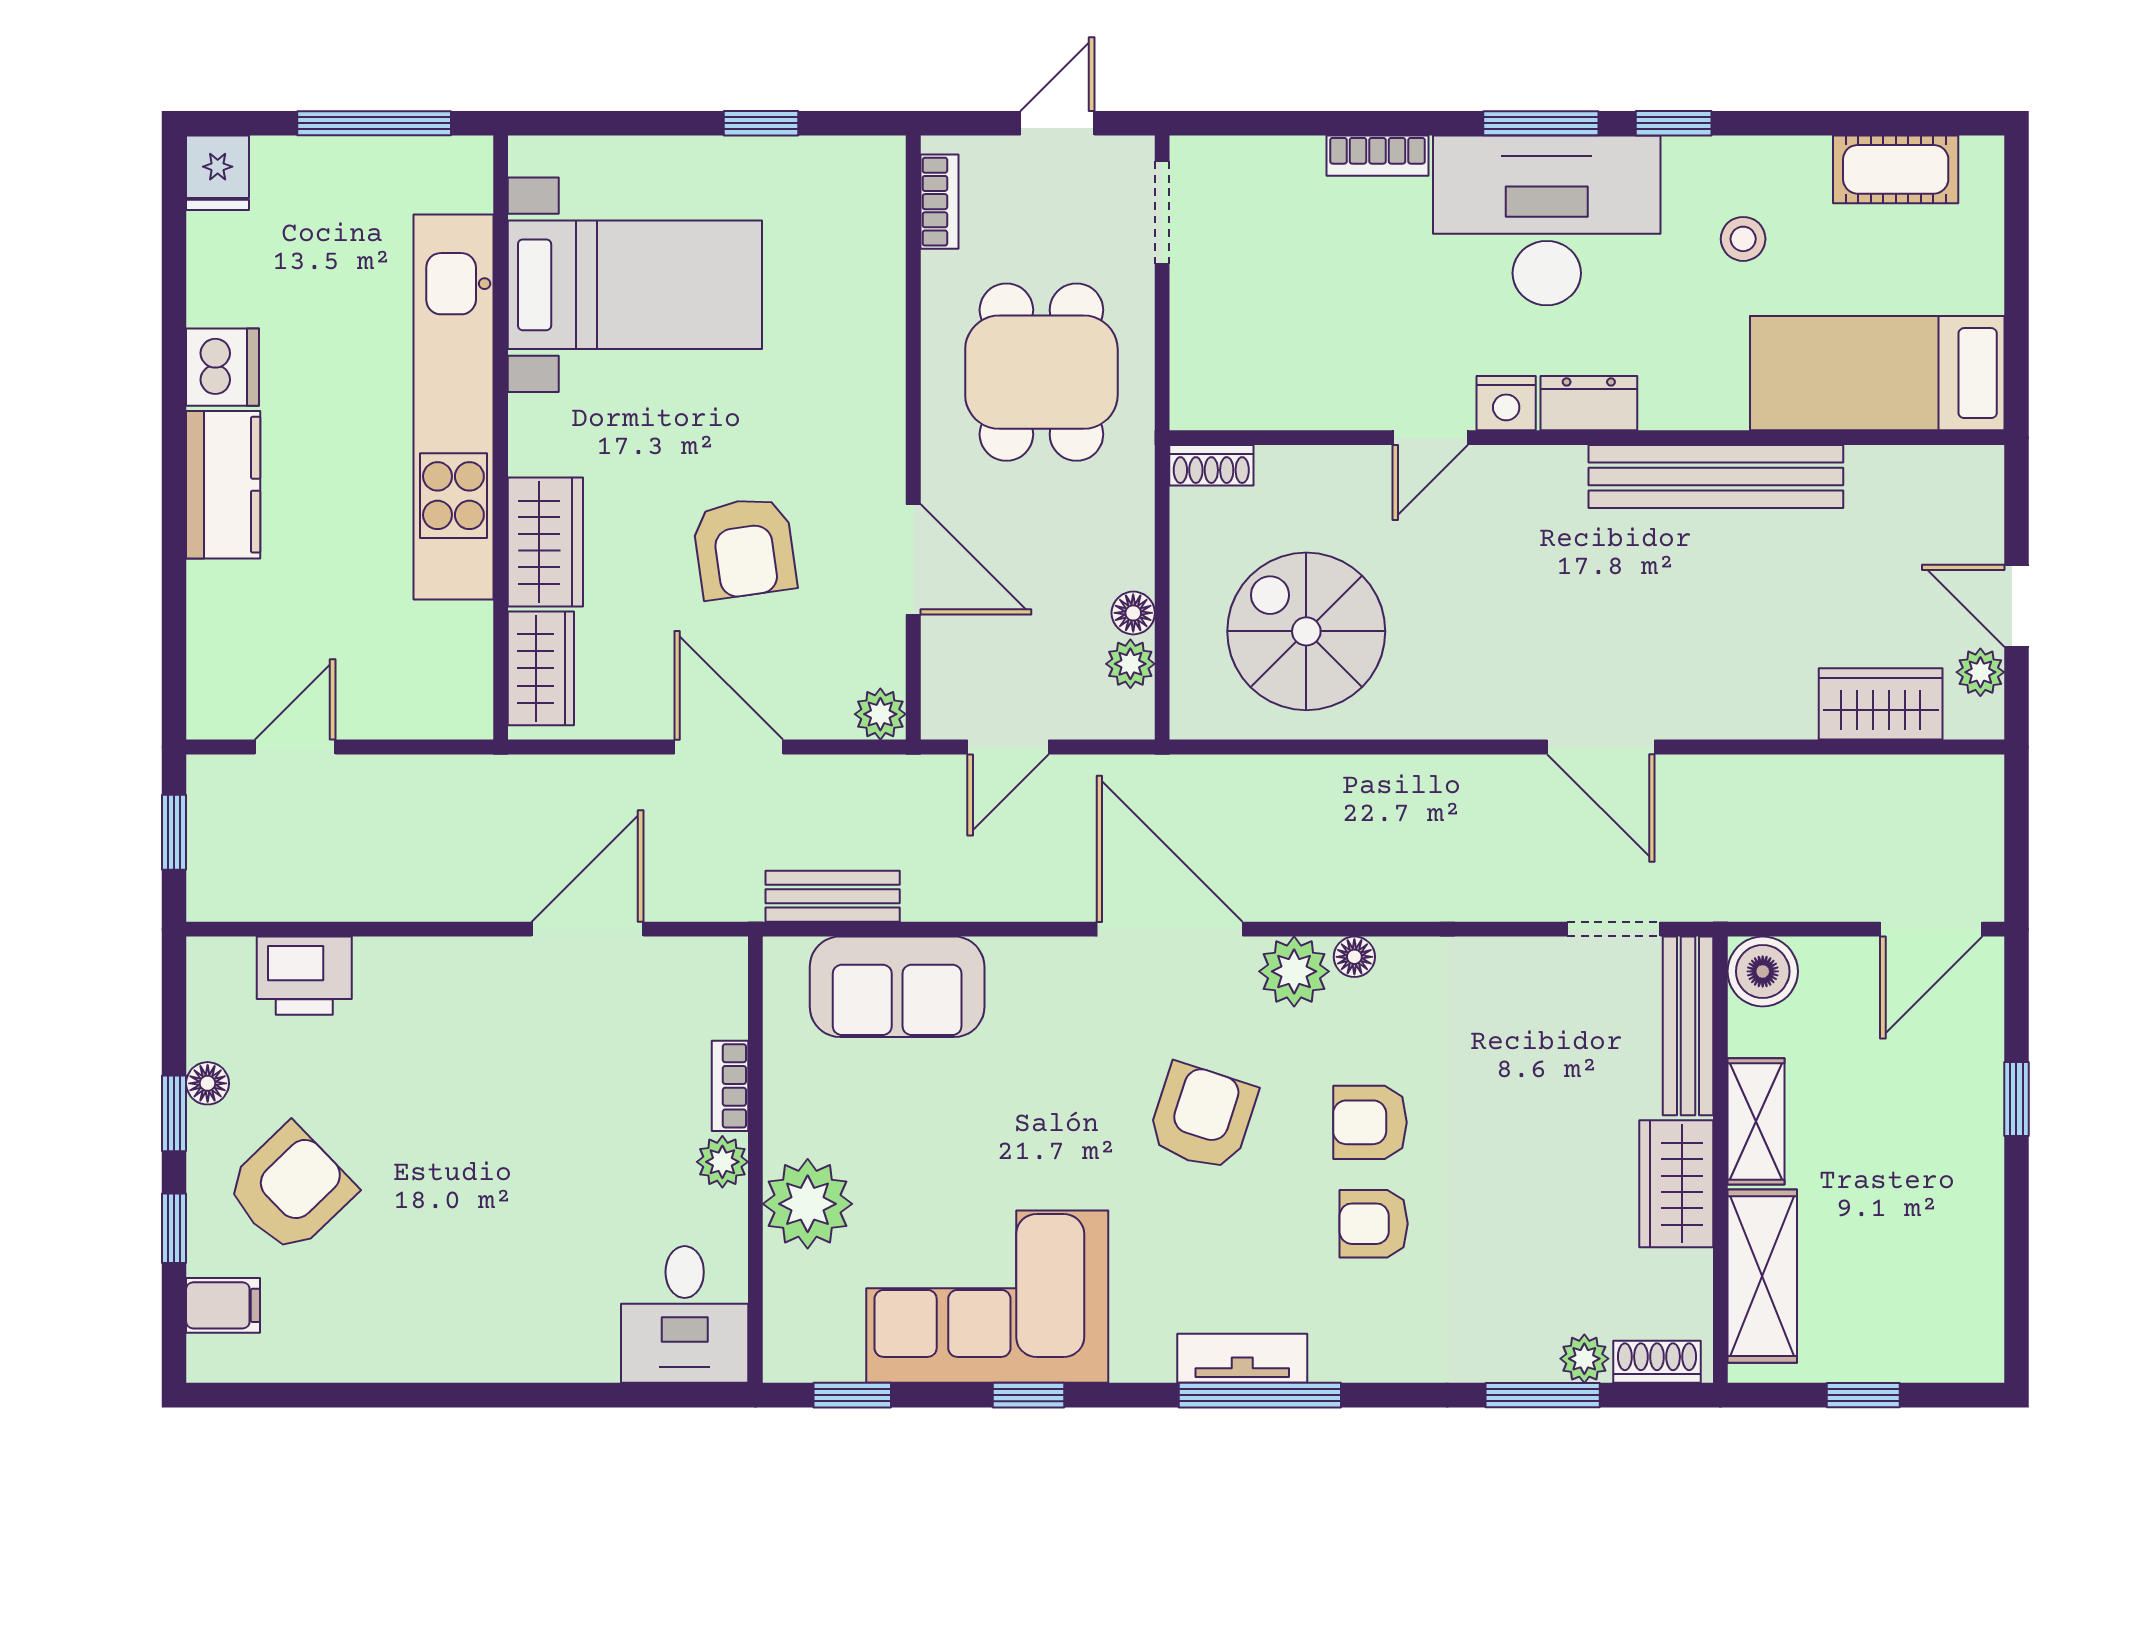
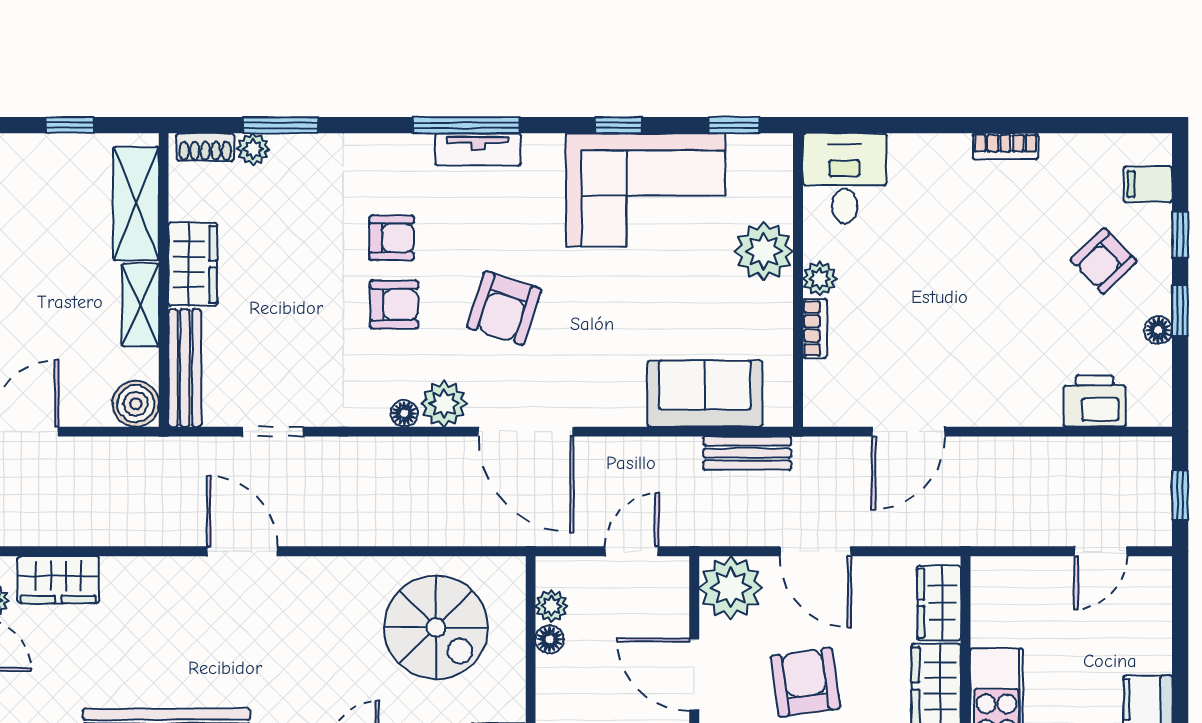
plant: (880, 714) -> (731, 588), width x1.88, depth x1.88
doorway: (1614, 929) -> (273, 432), moved
armchair: (290, 1189) -> (1104, 261), width x0.72, depth x0.72
bookcase: (440, 1363) -> (1005, 146), added

